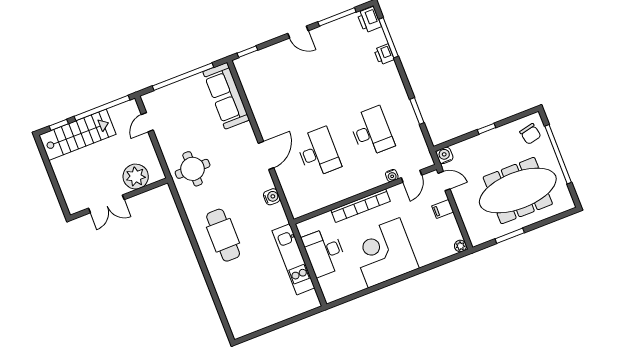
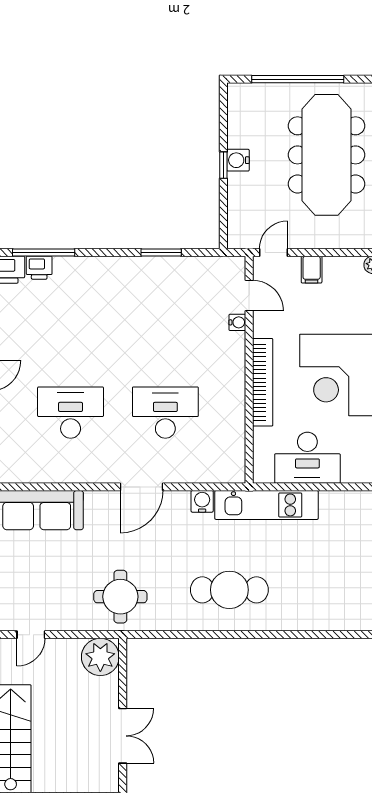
printer: (384, 54) -> (39, 268), moved
door: (147, 122) -> (31, 635), hinge flipped
desk: (372, 132) -> (71, 413), moved
chair: (530, 134) -> (254, 107), removed
water cooler: (445, 155) -> (238, 160), moved
door: (266, 156) -> (142, 487), swing flipped
plant: (136, 177) -> (100, 657), moved
kitchen unit: (293, 259) -> (267, 505), moved

